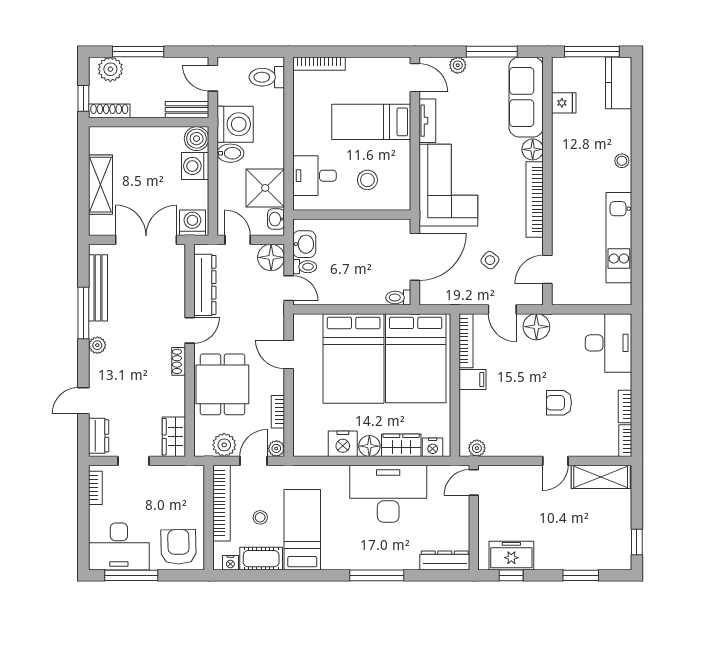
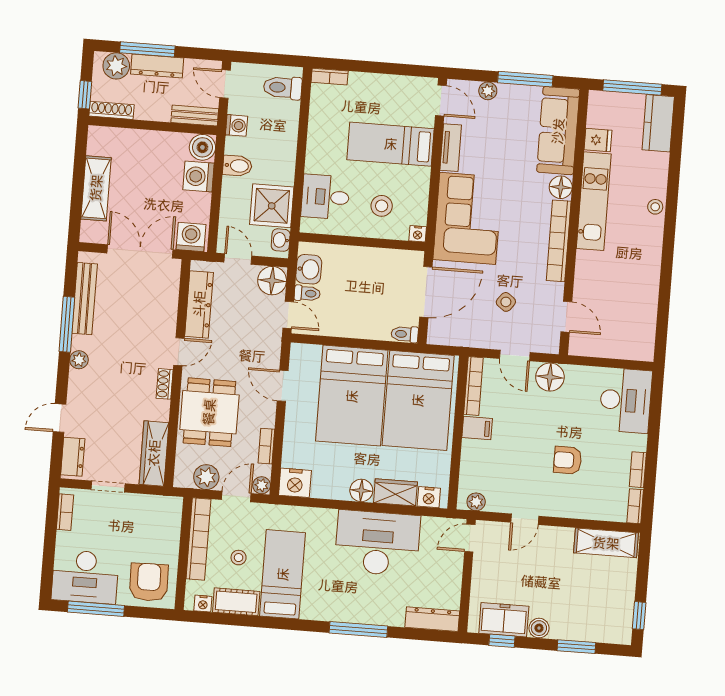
bookcase: (319, 64) -> (330, 77), width x0.64
dresser: (148, 66) -> (157, 66), added
washing machine: (235, 124) -> (237, 125), width x0.53, depth x0.53
nightstand: (403, 203) -> (418, 234), added
kitchen unit: (619, 238) -> (594, 201), moved, turned 180
door: (547, 269) -> (566, 317), swing flipped
wardrobe: (174, 437) -> (154, 453), width x1.50
nightstand: (343, 444) -> (295, 483), moved
door: (555, 461) -> (525, 519), moved
boiler: (545, 561) -> (539, 628), added

